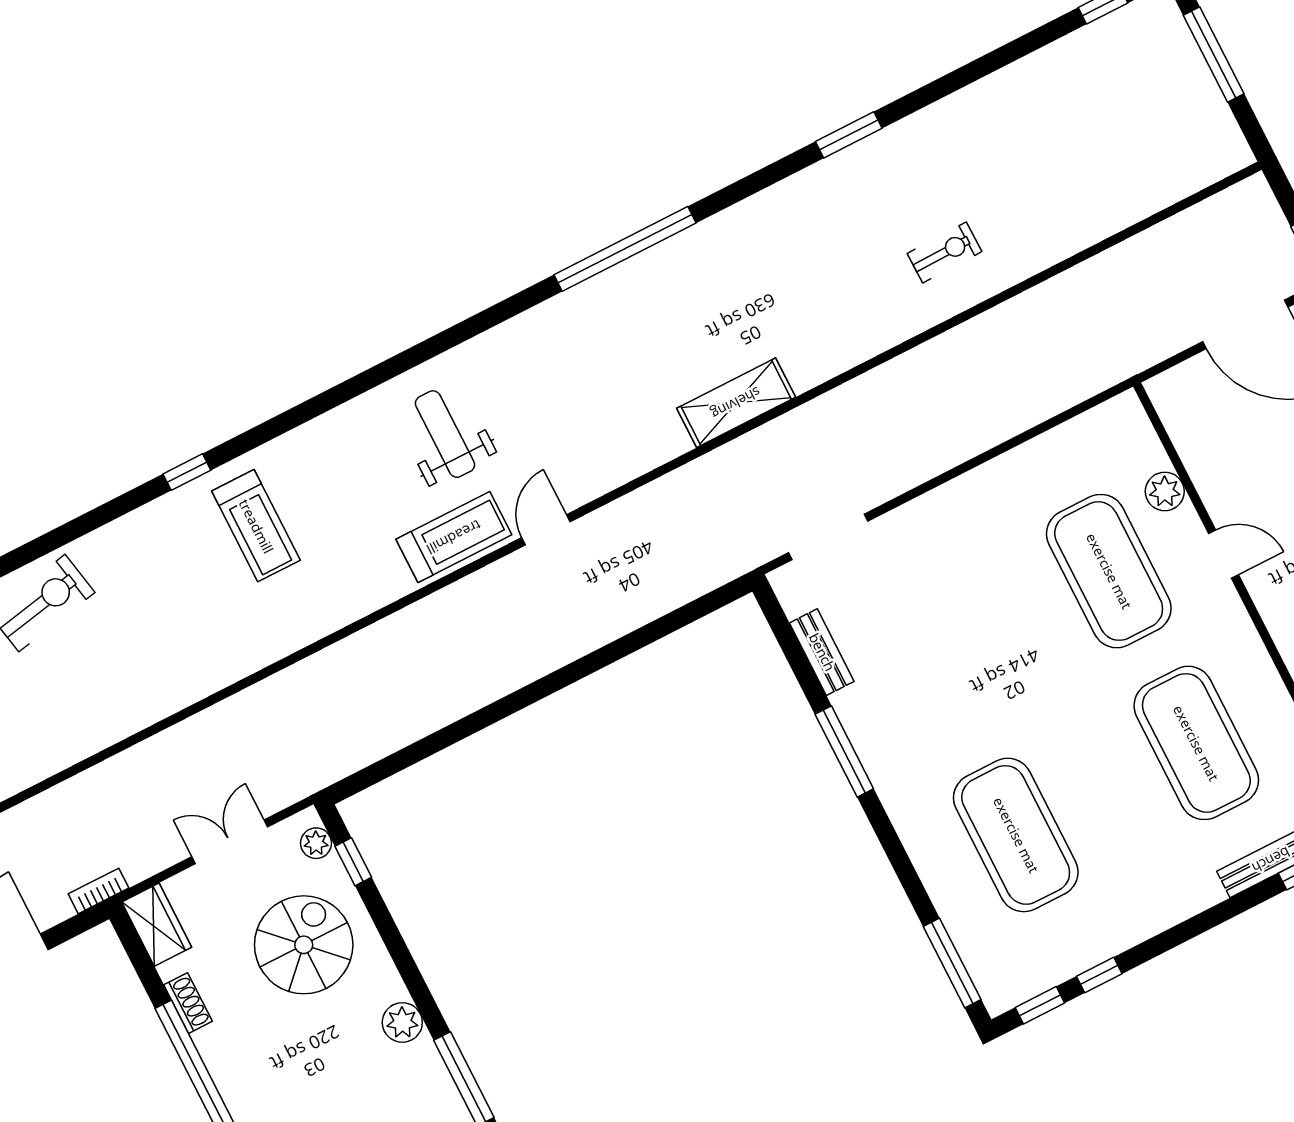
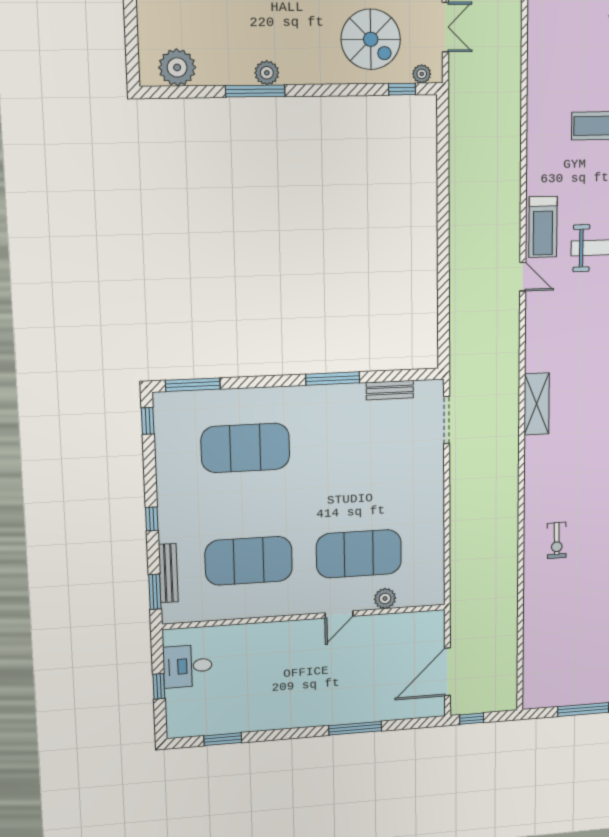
window: (1099, 975) -> (152, 519), moved
plant: (402, 1022) -> (267, 73), moved

